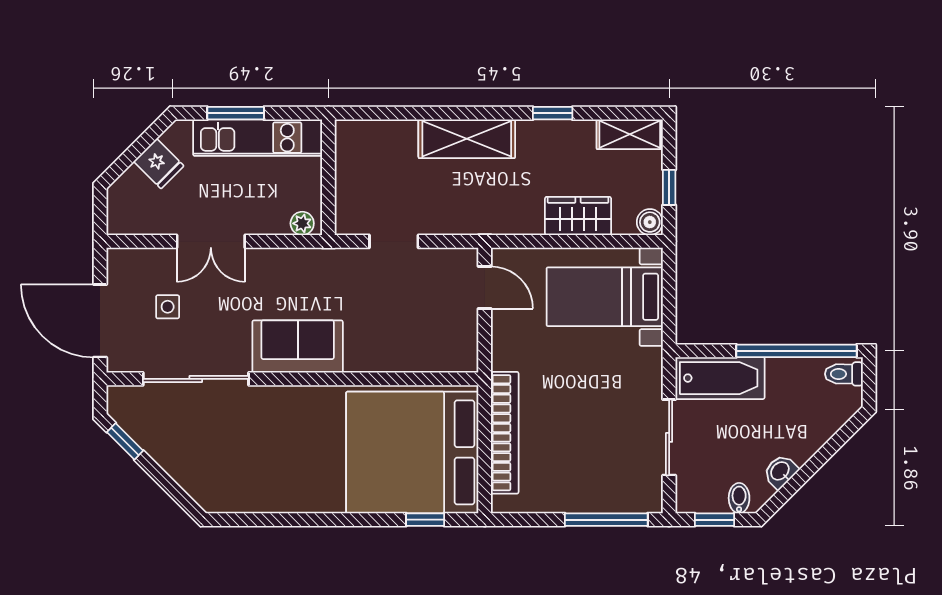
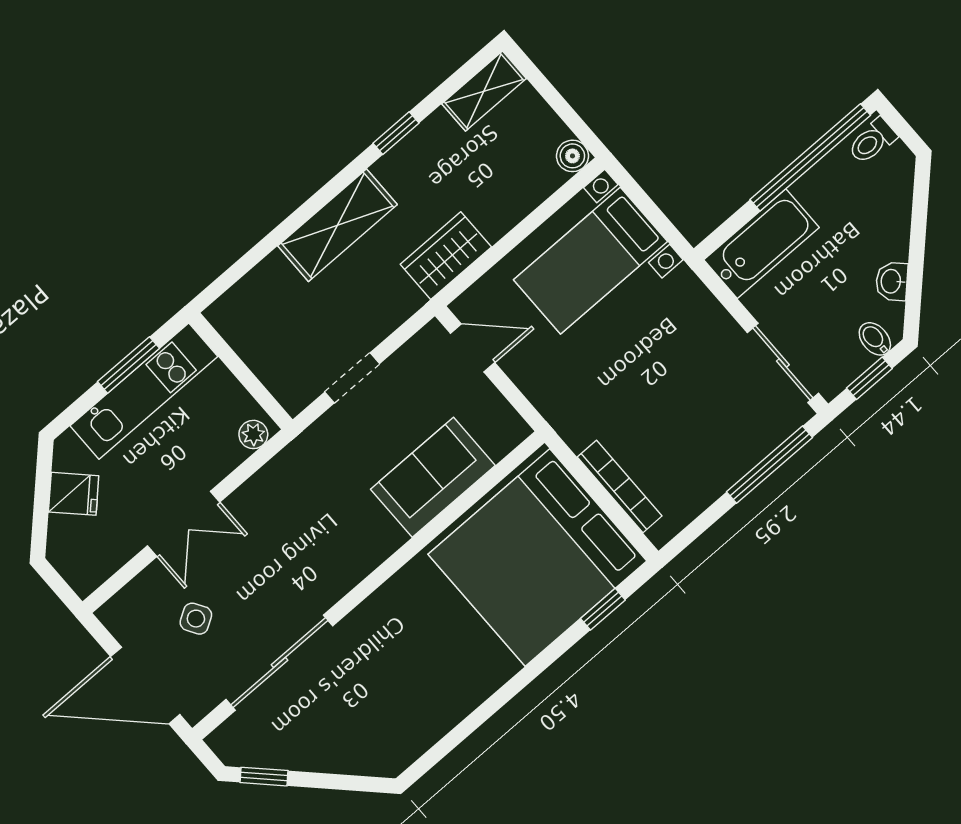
window: (236, 113) -> (129, 365), moved
window: (669, 187) -> (563, 109), removed
wardrobe: (578, 216) -> (446, 256), moved
side table: (168, 307) -> (196, 619), turned -32
sofa: (298, 346) -> (433, 477), moved
bookcase: (505, 433) -> (620, 487), width x0.68, depth x0.76
sliding door: (669, 437) -> (783, 363), moved

